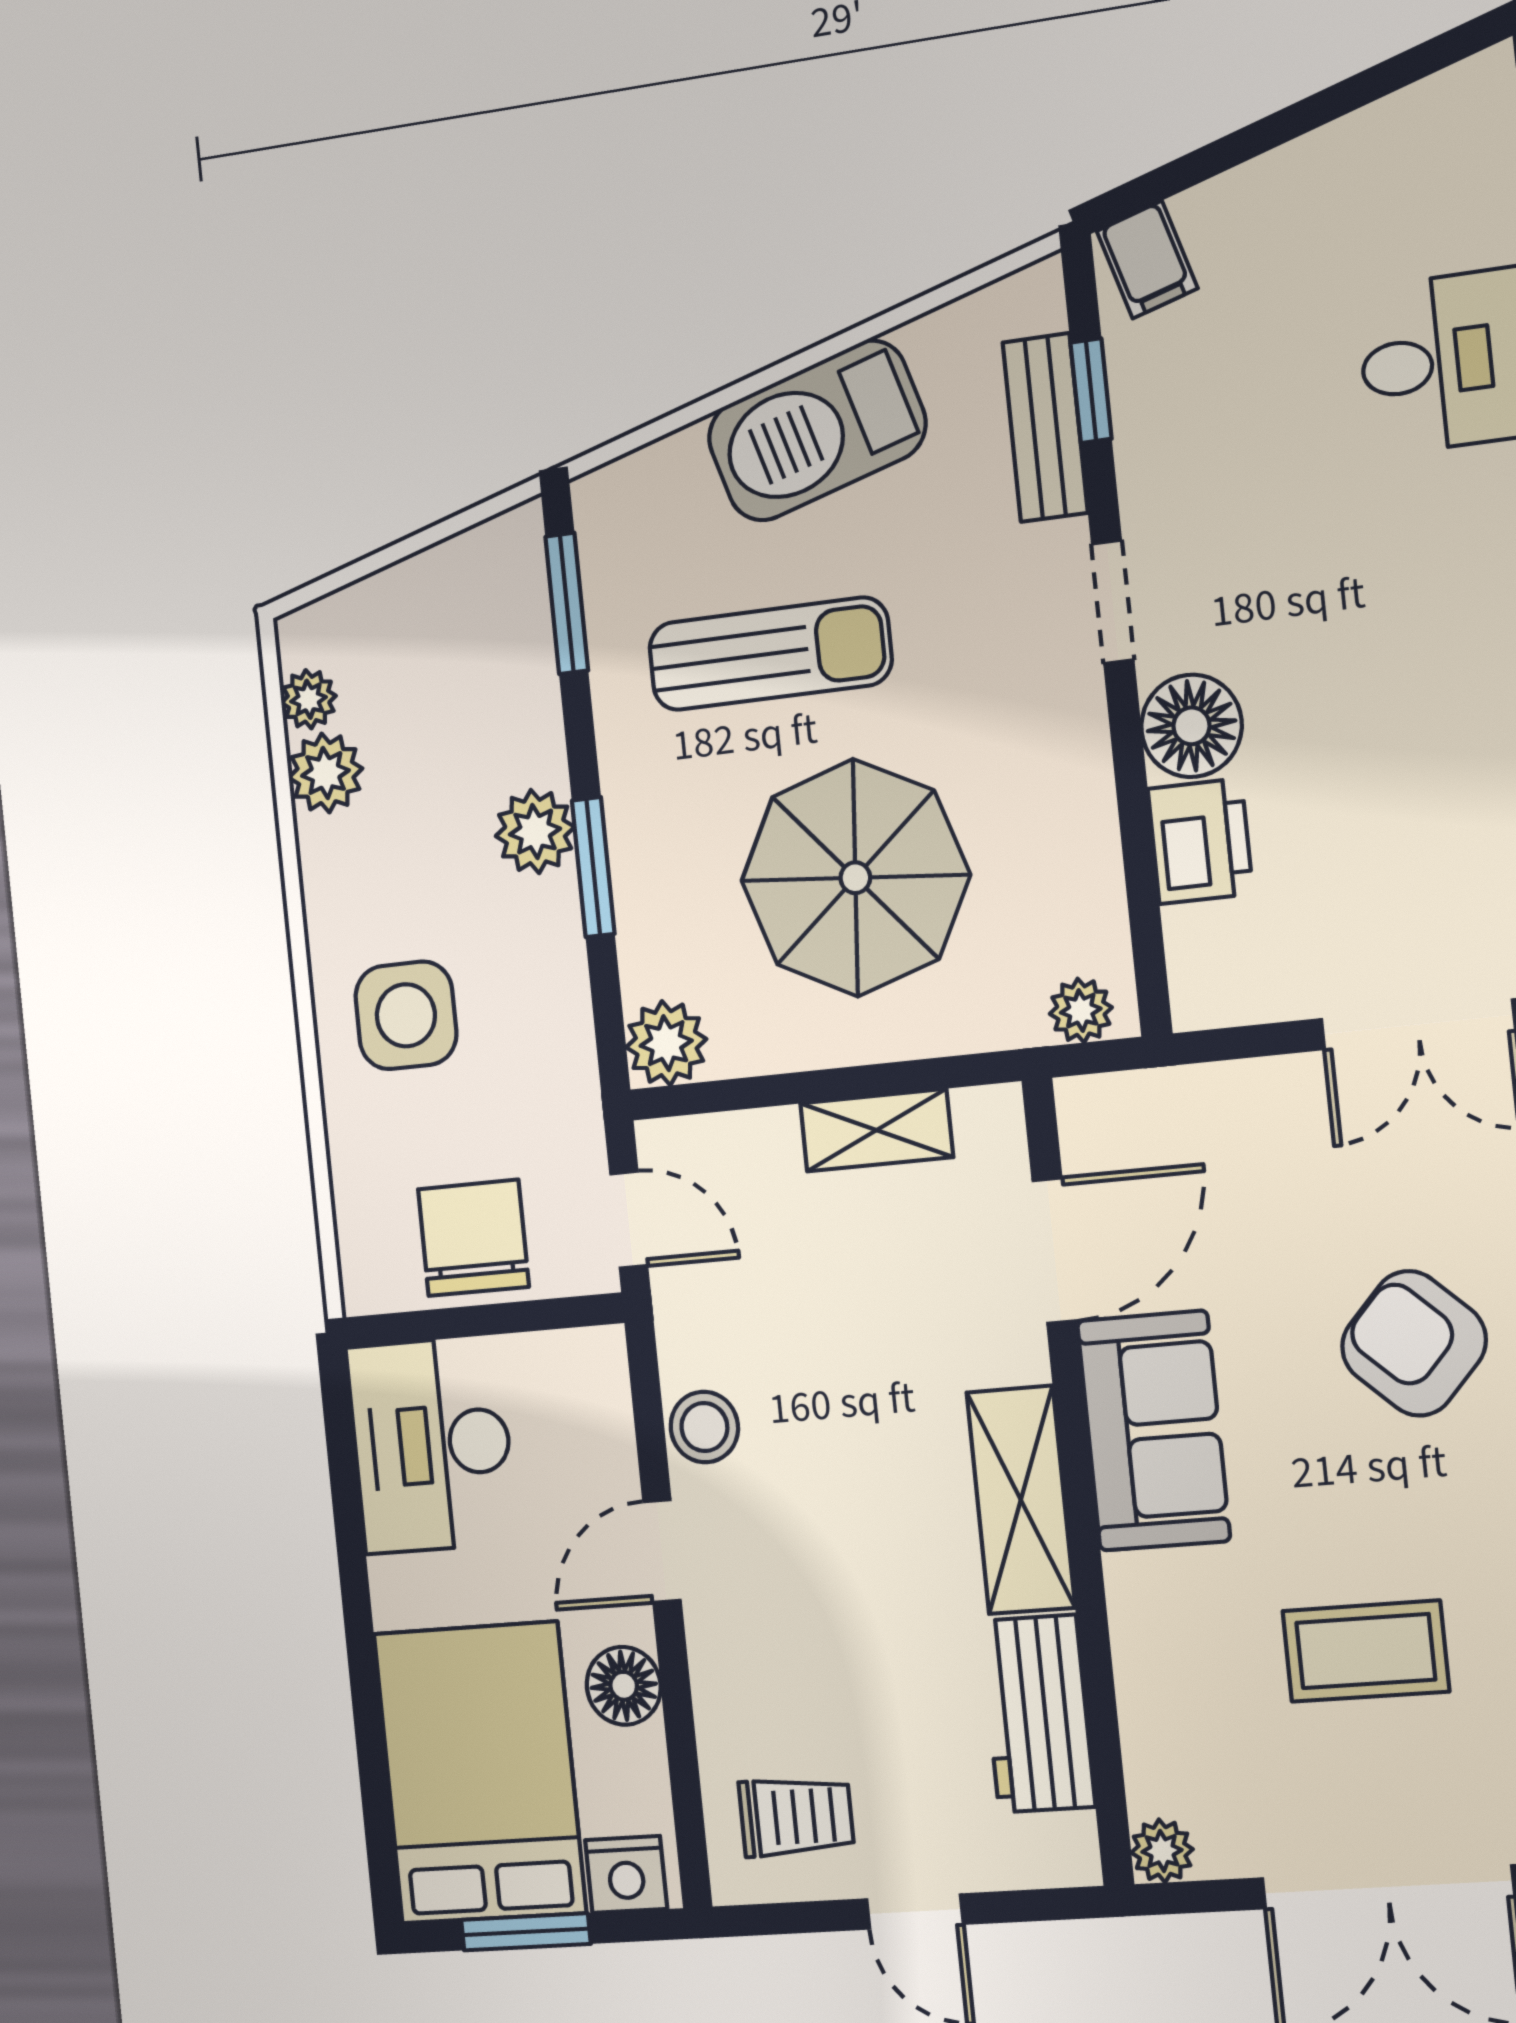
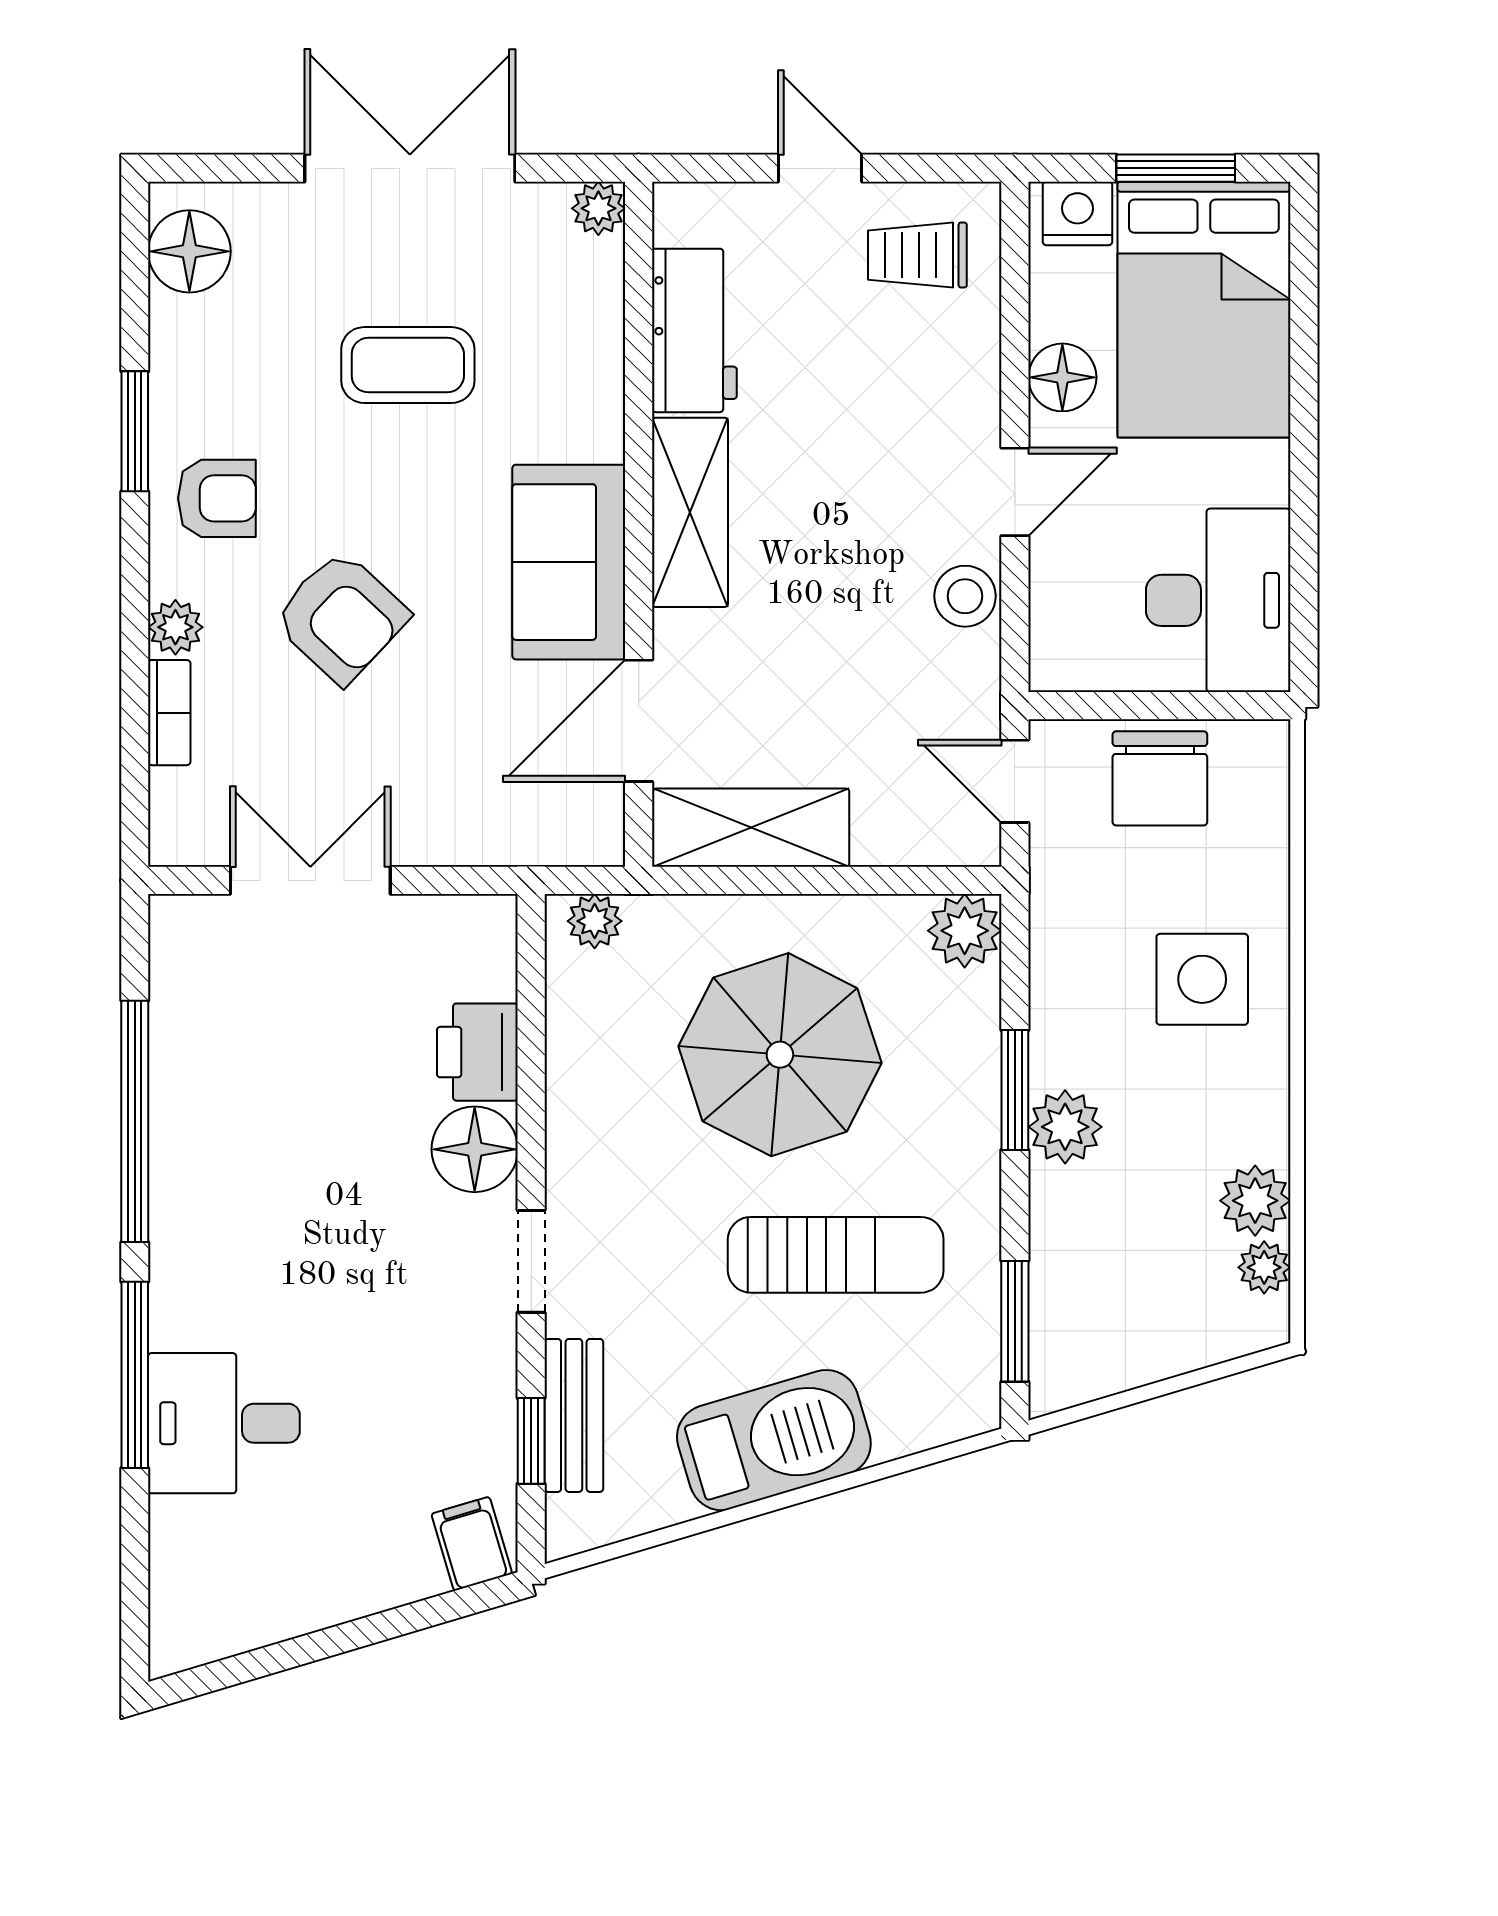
sun lounger: (770, 654) -> (836, 1255), turned 180
shelving: (877, 1130) -> (751, 828), width x1.50, depth x1.33

